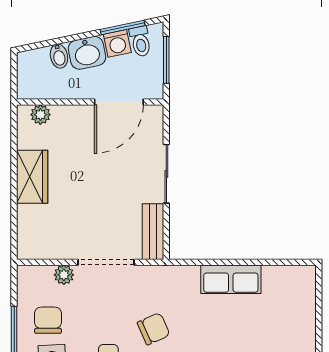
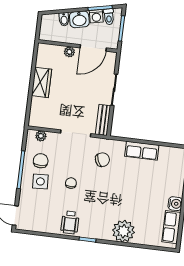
plant: (40, 115) -> (69, 52), moved
plant: (64, 275) -> (41, 136), moved
chair: (154, 329) -> (102, 160), moved

